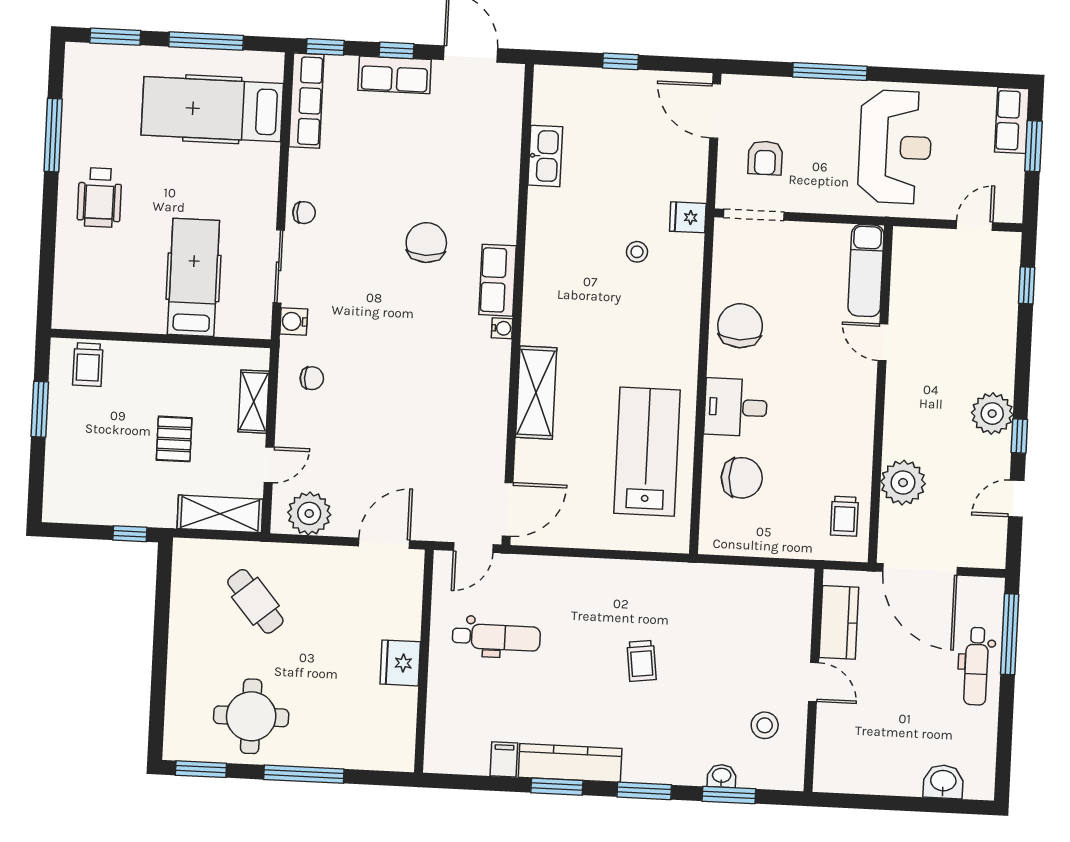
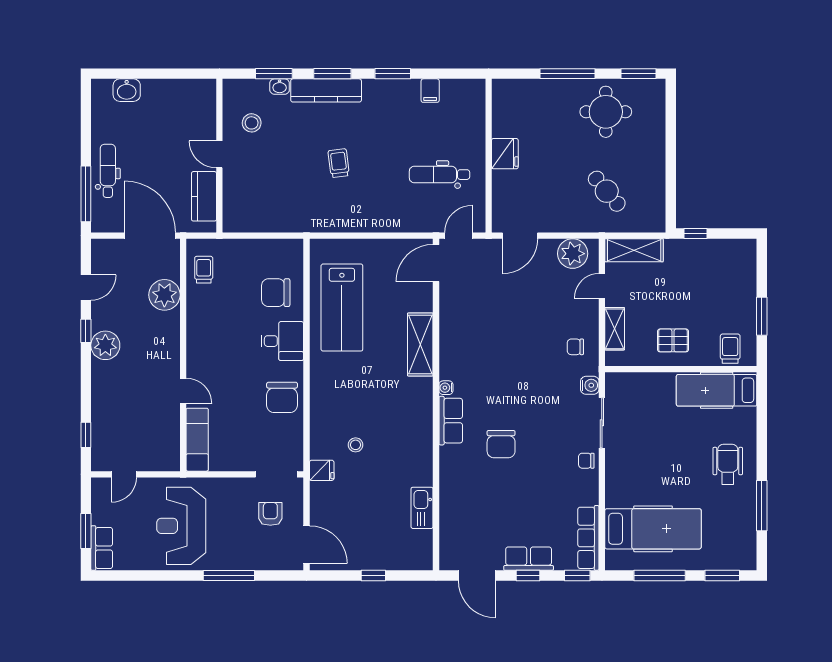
hospital bed: (193, 277) -> (717, 390), moved, turned 90
pallet: (174, 439) -> (673, 340), moved, turned 90
kitchen counter: (570, 763) -> (326, 90), moved

